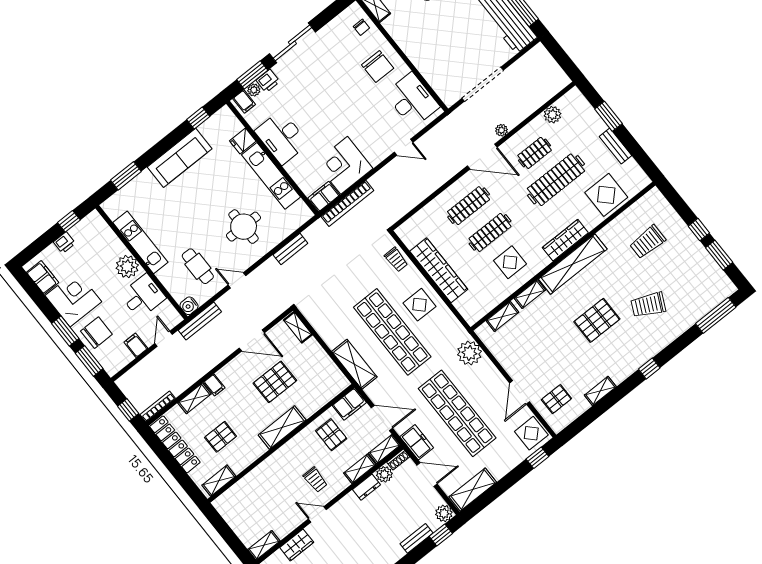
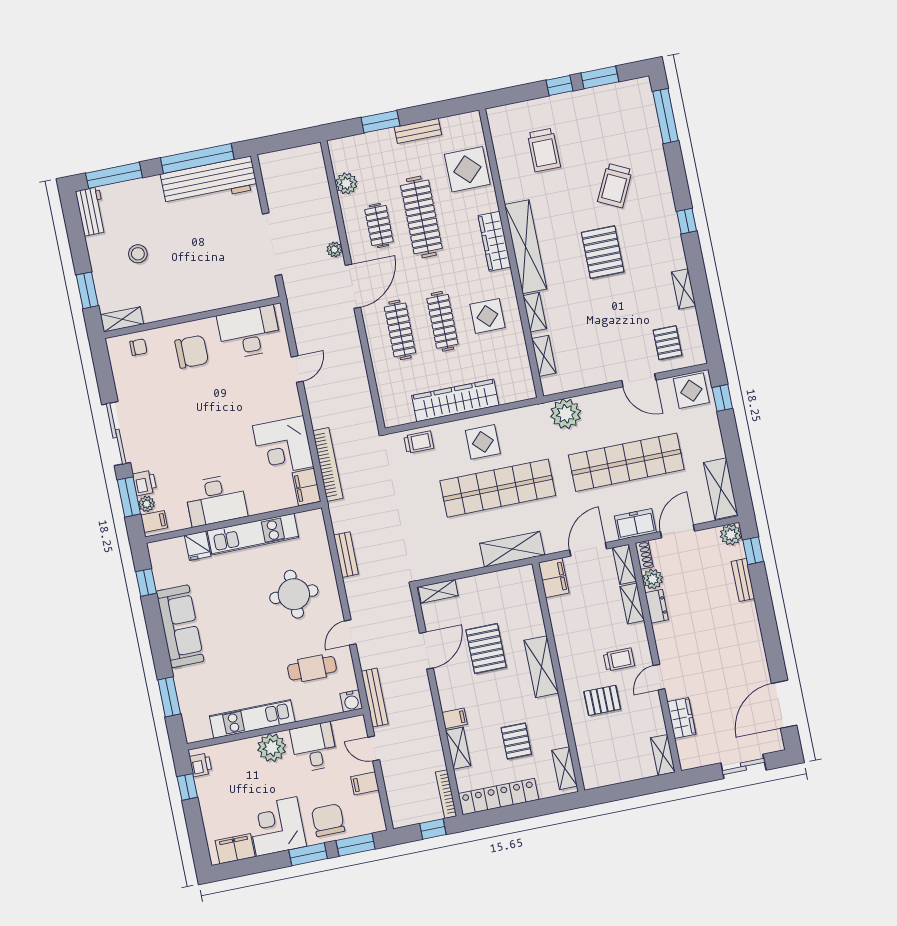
printer: (64, 243) -> (201, 765), moved
pallet: (331, 435) -> (602, 700), moved

